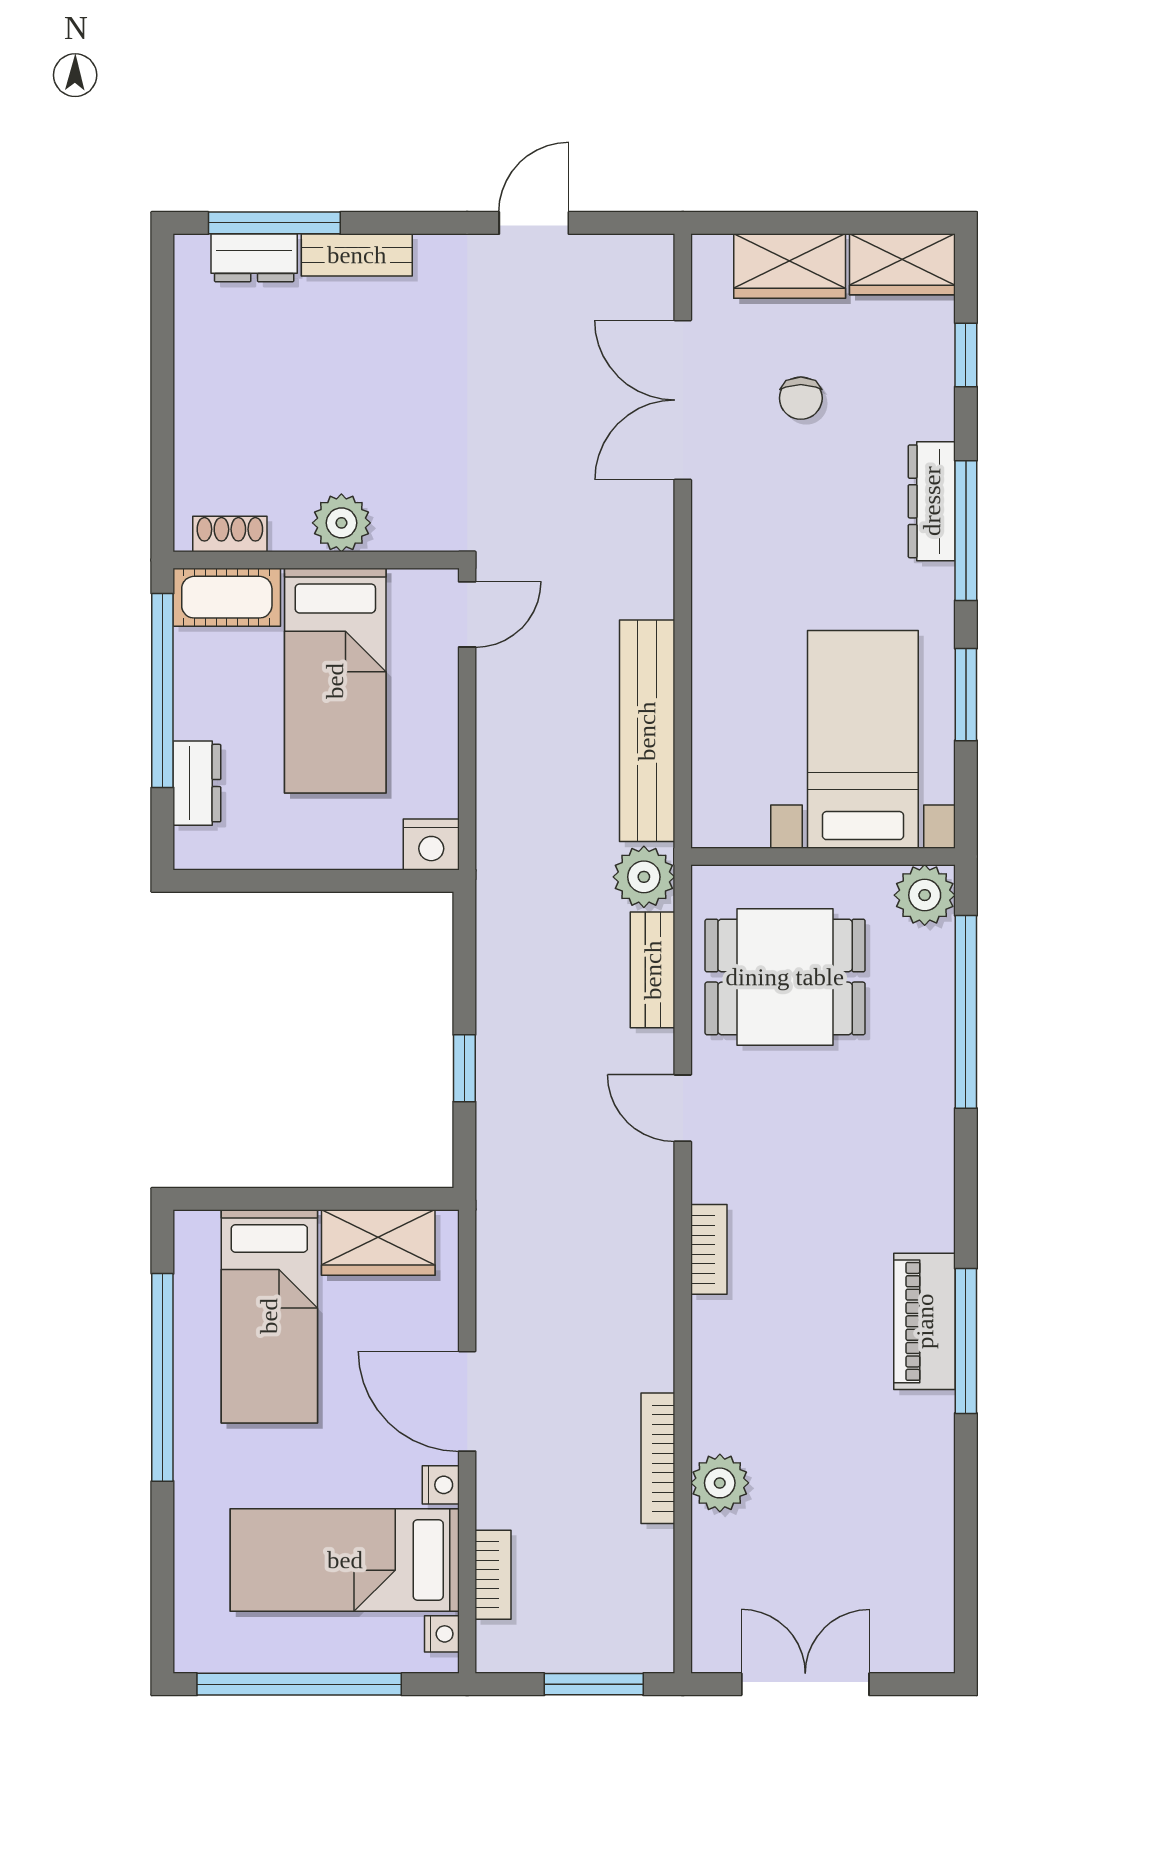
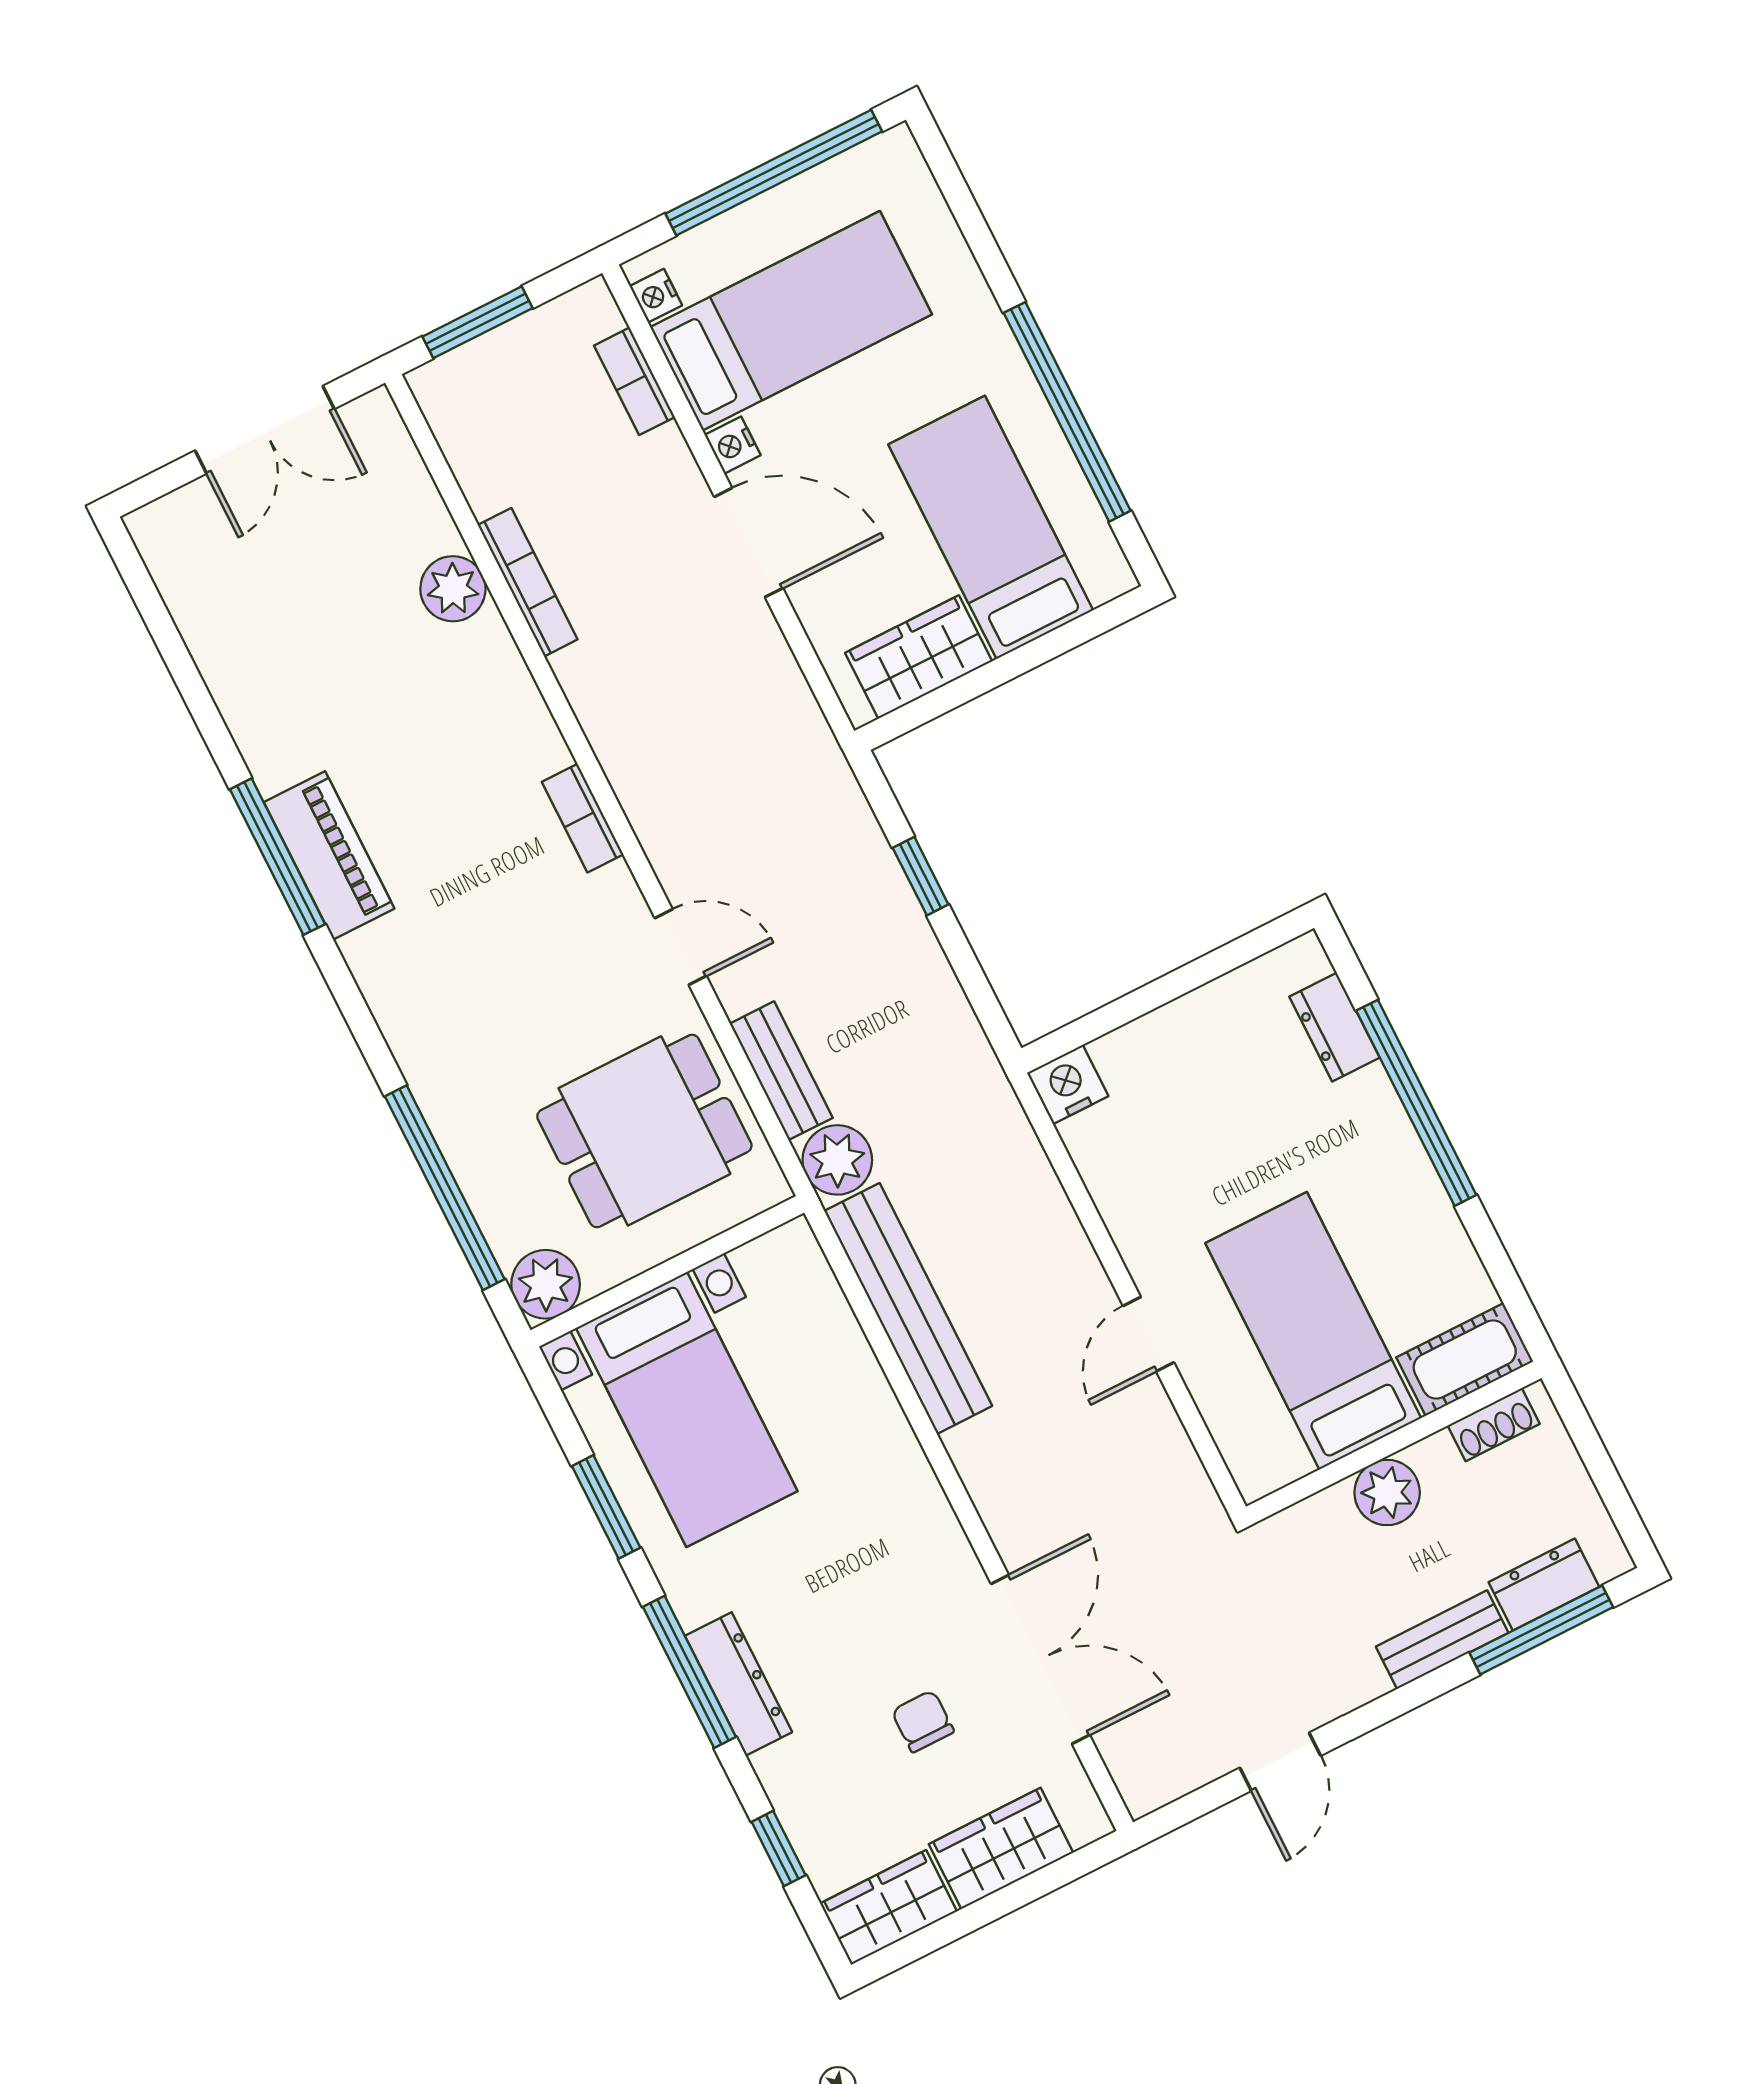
plant: (341, 523) -> (1387, 1493), moved
shoe rack: (230, 534) -> (1494, 1425), moved
wall: (316, 560) -> (1394, 1442), moved
cot: (227, 597) -> (1465, 1359), moved
bed: (335, 681) -> (1313, 1331), moved

